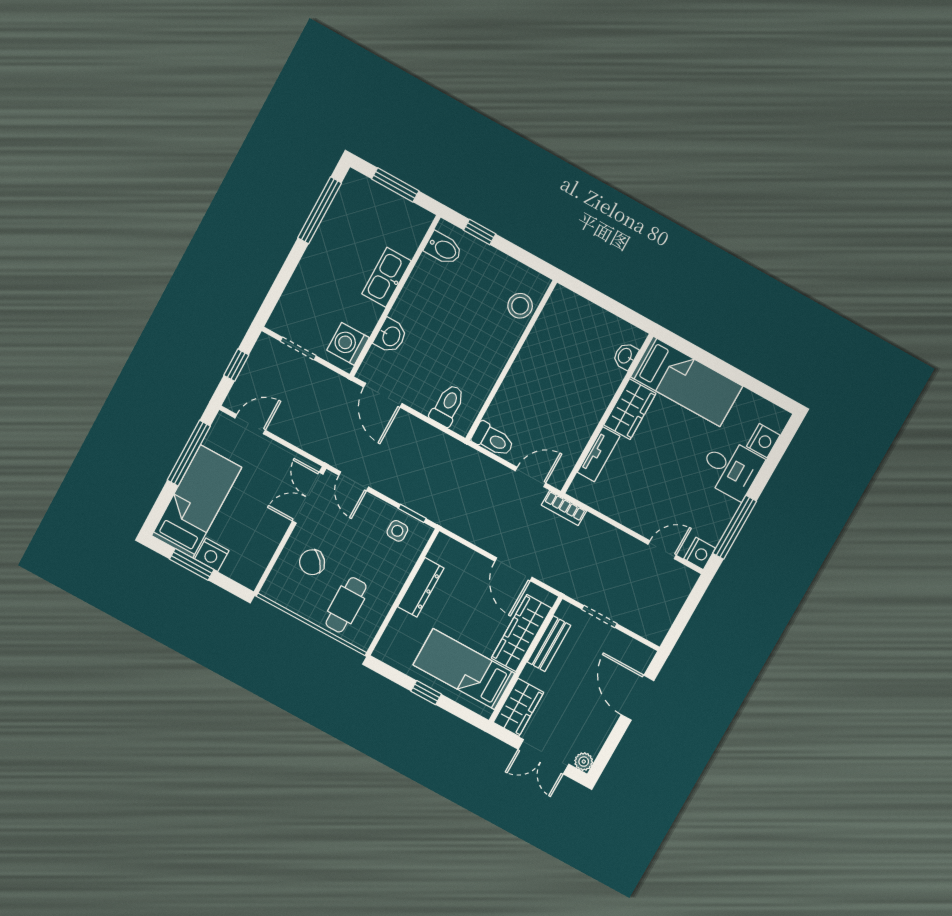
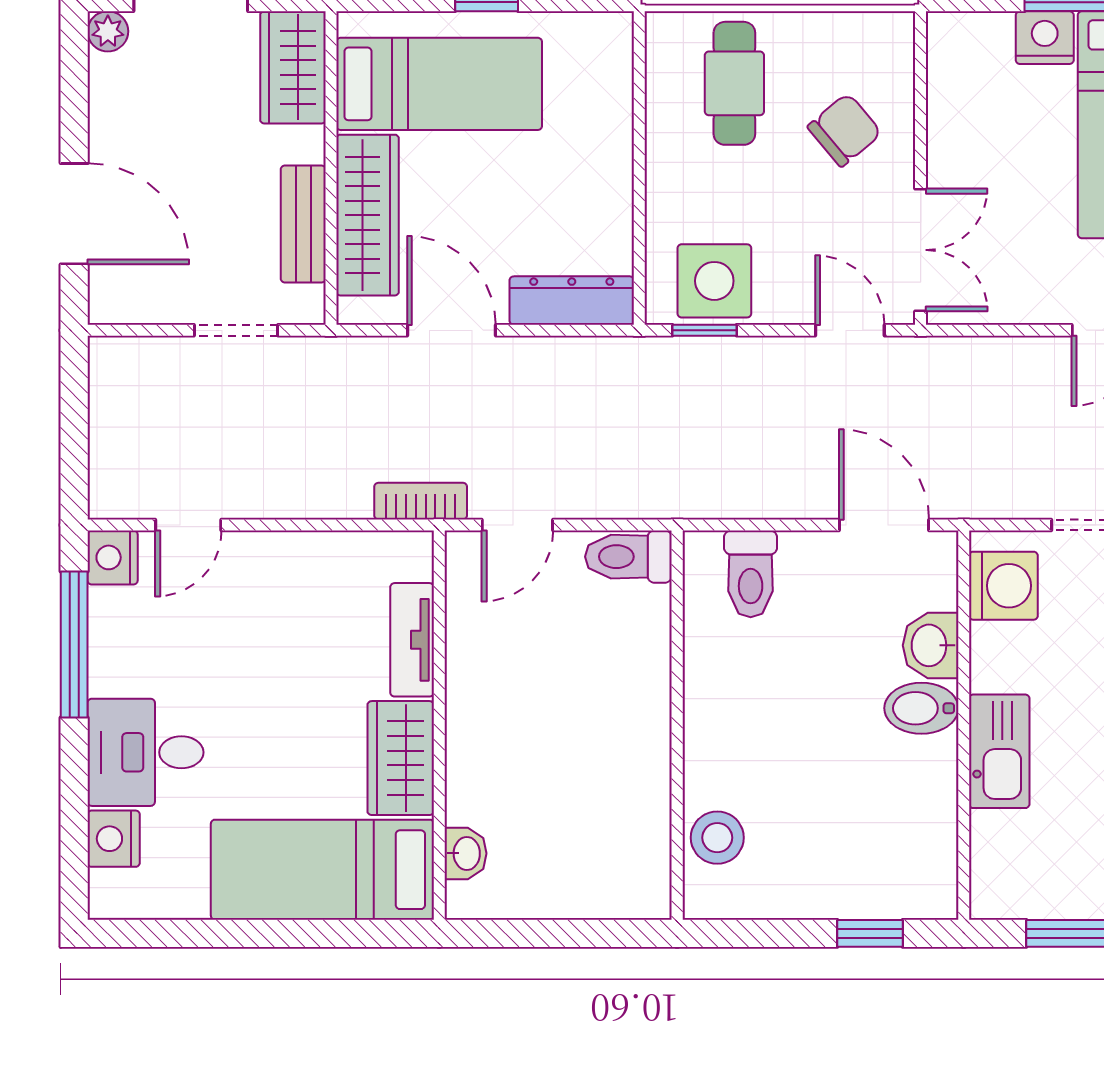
bidet: (443, 249) -> (921, 708), moved
side table: (397, 531) -> (714, 281), width x1.87, depth x1.87
dresser: (421, 587) -> (572, 301), moved, turned 90

